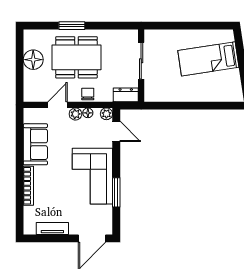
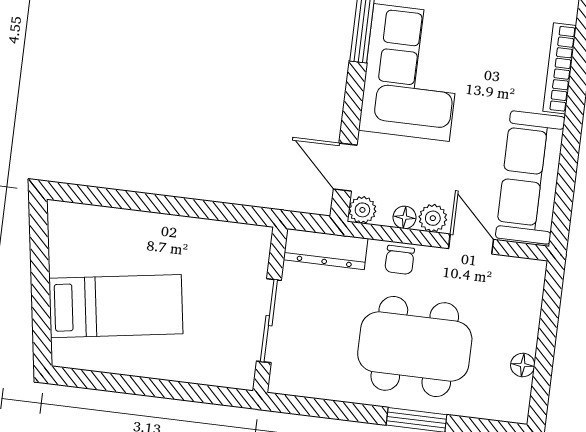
floor lamp: (33, 60) -> (523, 365), width x0.53, depth x0.53
dresser: (126, 95) -> (326, 249), width x1.44
door: (57, 105) -> (471, 244), swing flipped
sofa: (35, 144) -> (530, 177), width x1.36

